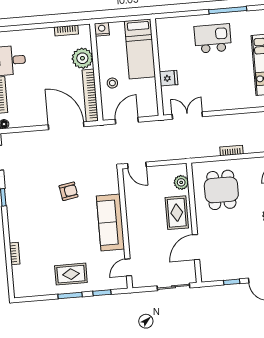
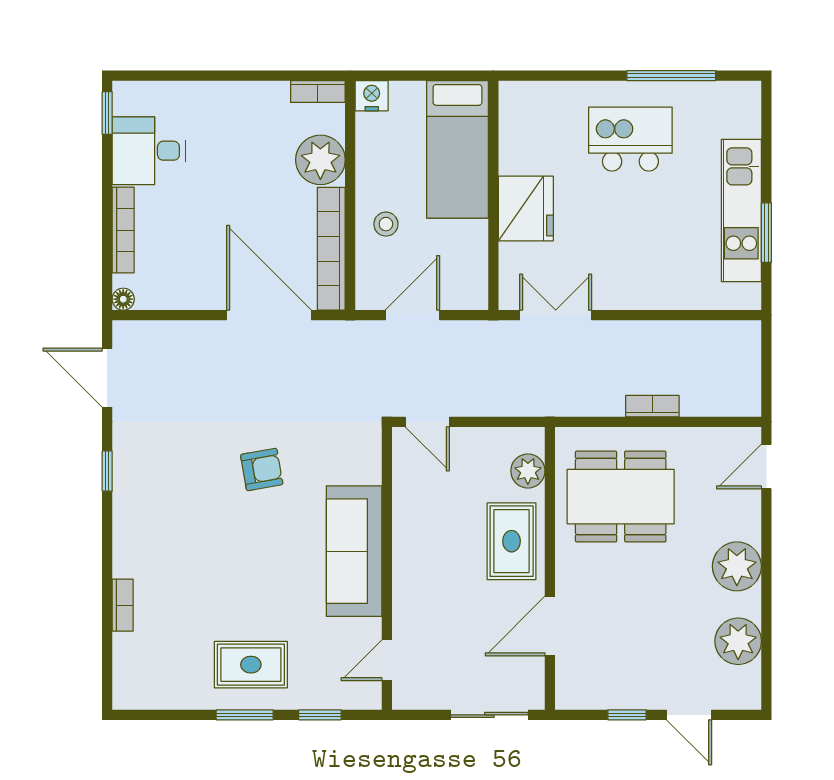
bookcase: (66, 30) -> (318, 91), moved
fridge: (169, 78) -> (526, 209), width x1.88, depth x1.34
dining table: (221, 190) -> (621, 497), width x1.38

